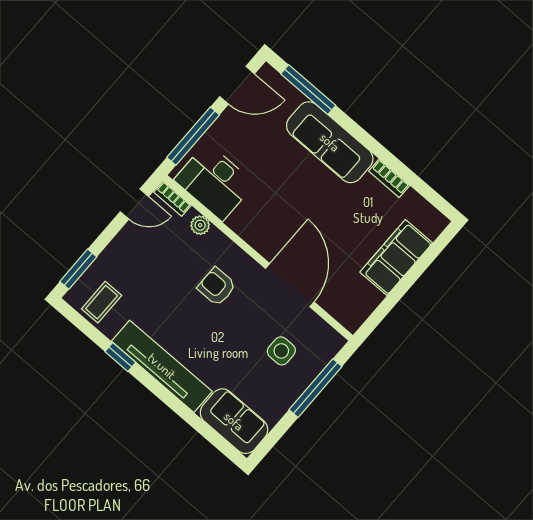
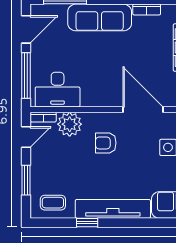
plant: (200, 225) -> (70, 124), width x1.87, depth x1.87
window: (78, 269) -> (26, 180), moved
coffee table: (102, 302) -> (53, 203), turned 90

